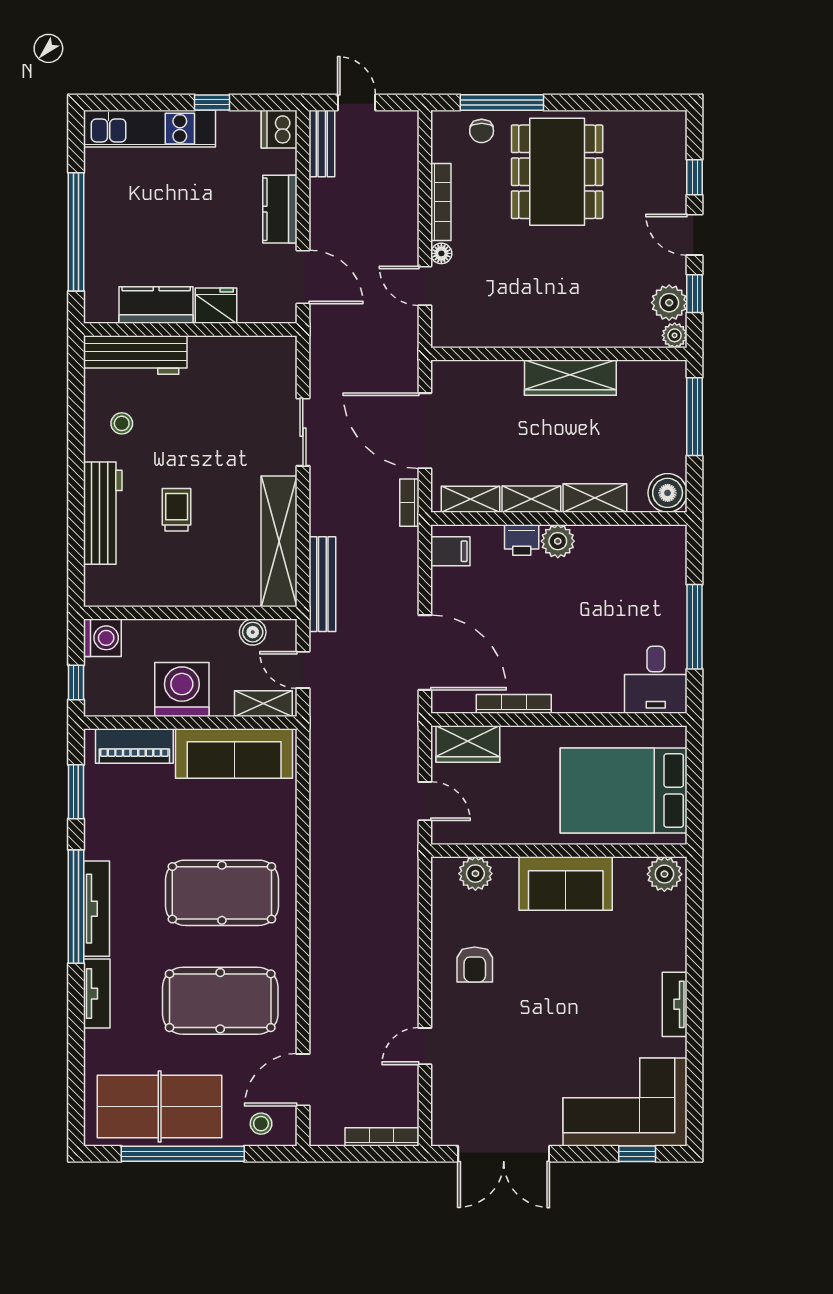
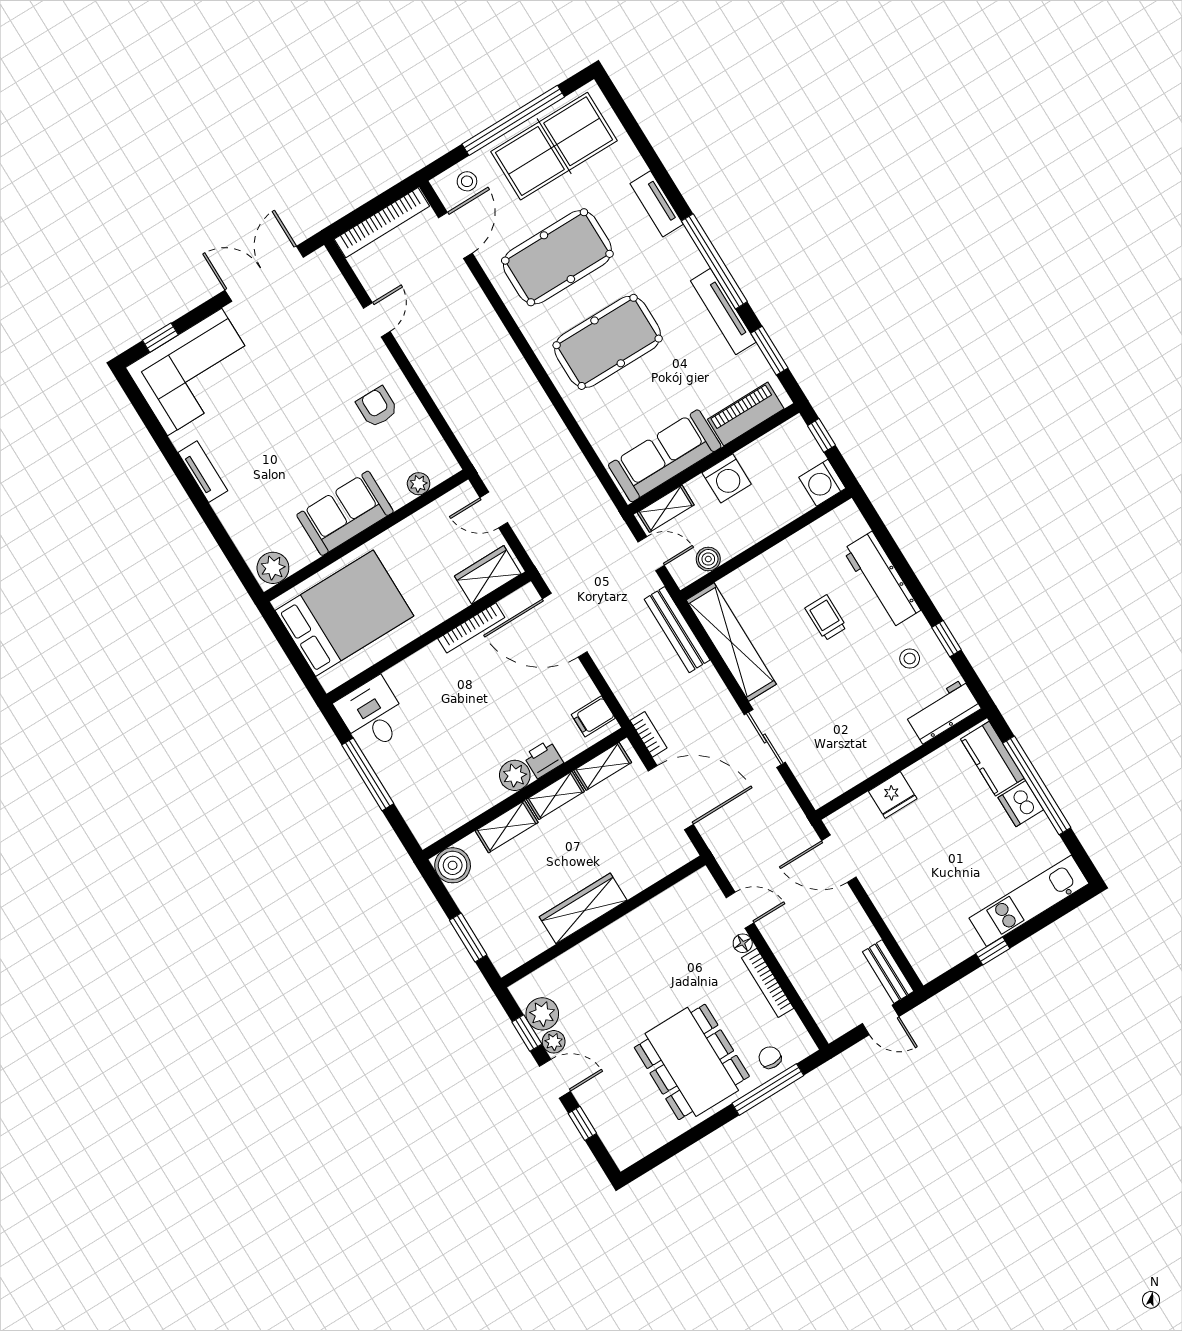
dishwasher: (279, 129) -> (1021, 804), moved, turned 180
kitchen counter: (280, 209) -> (889, 900), removed
kitchen counter: (156, 305) -> (992, 759), moved, turned 90
plant: (675, 335) -> (554, 1042), moved
workbench: (135, 355) -> (943, 711), width x0.73
window: (695, 417) -> (468, 938), width x0.69
window: (76, 421) -> (946, 639), added
trolley: (177, 510) -> (826, 618), turned 180
washing machine: (182, 689) -> (727, 478), width x0.73, depth x0.73
plant: (475, 874) -> (419, 484), width x0.73, depth x0.73
tv unit: (96, 909) -> (723, 312), moved
bookcase: (382, 1137) -> (382, 223), width x1.48, depth x1.31

